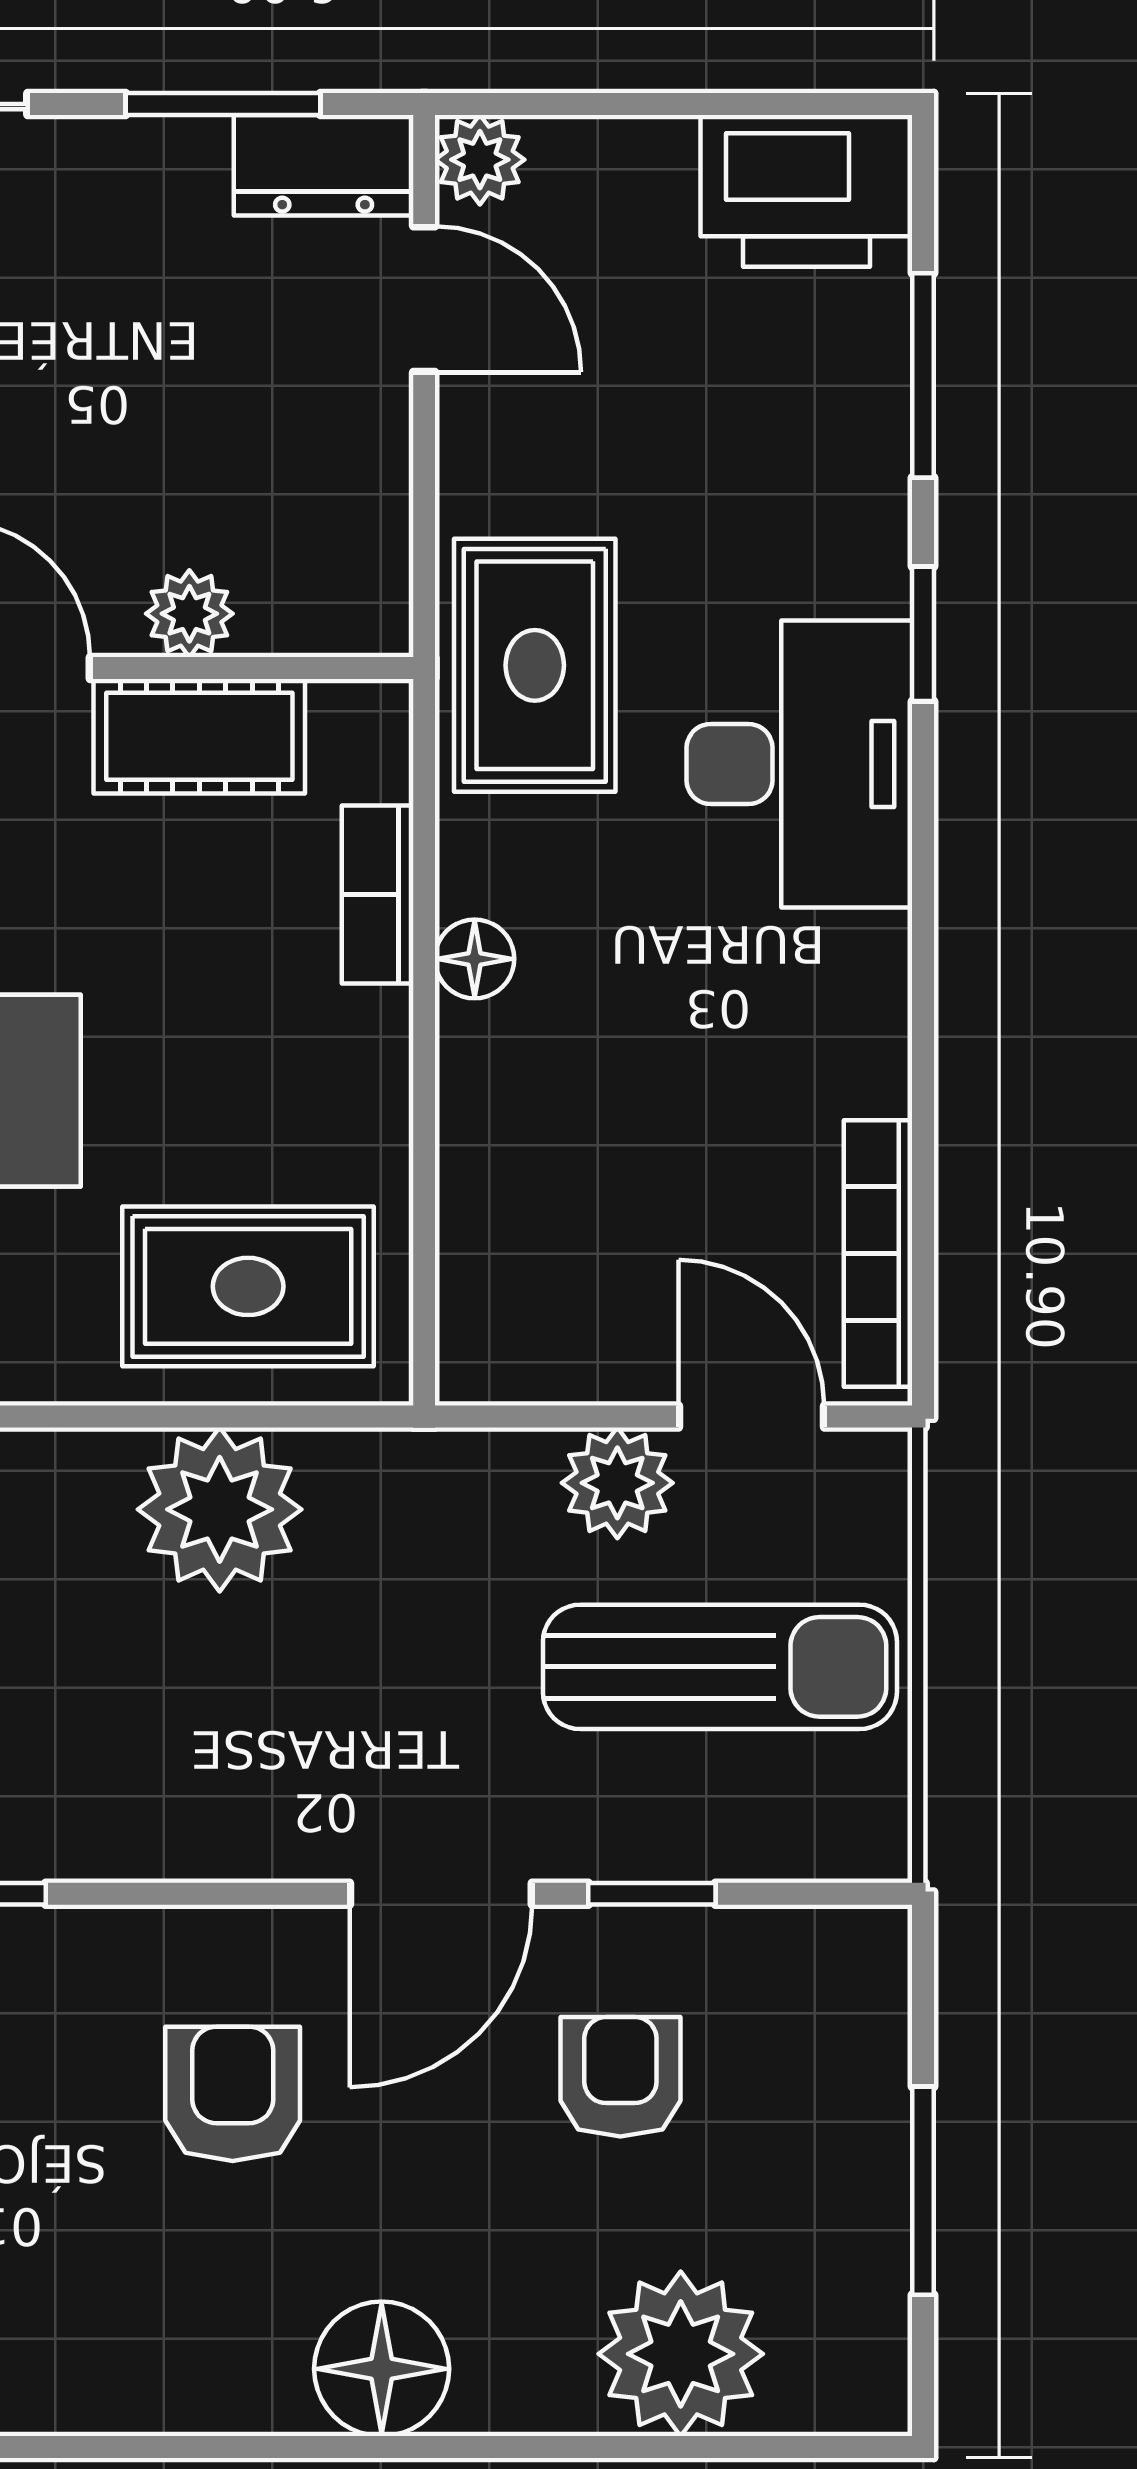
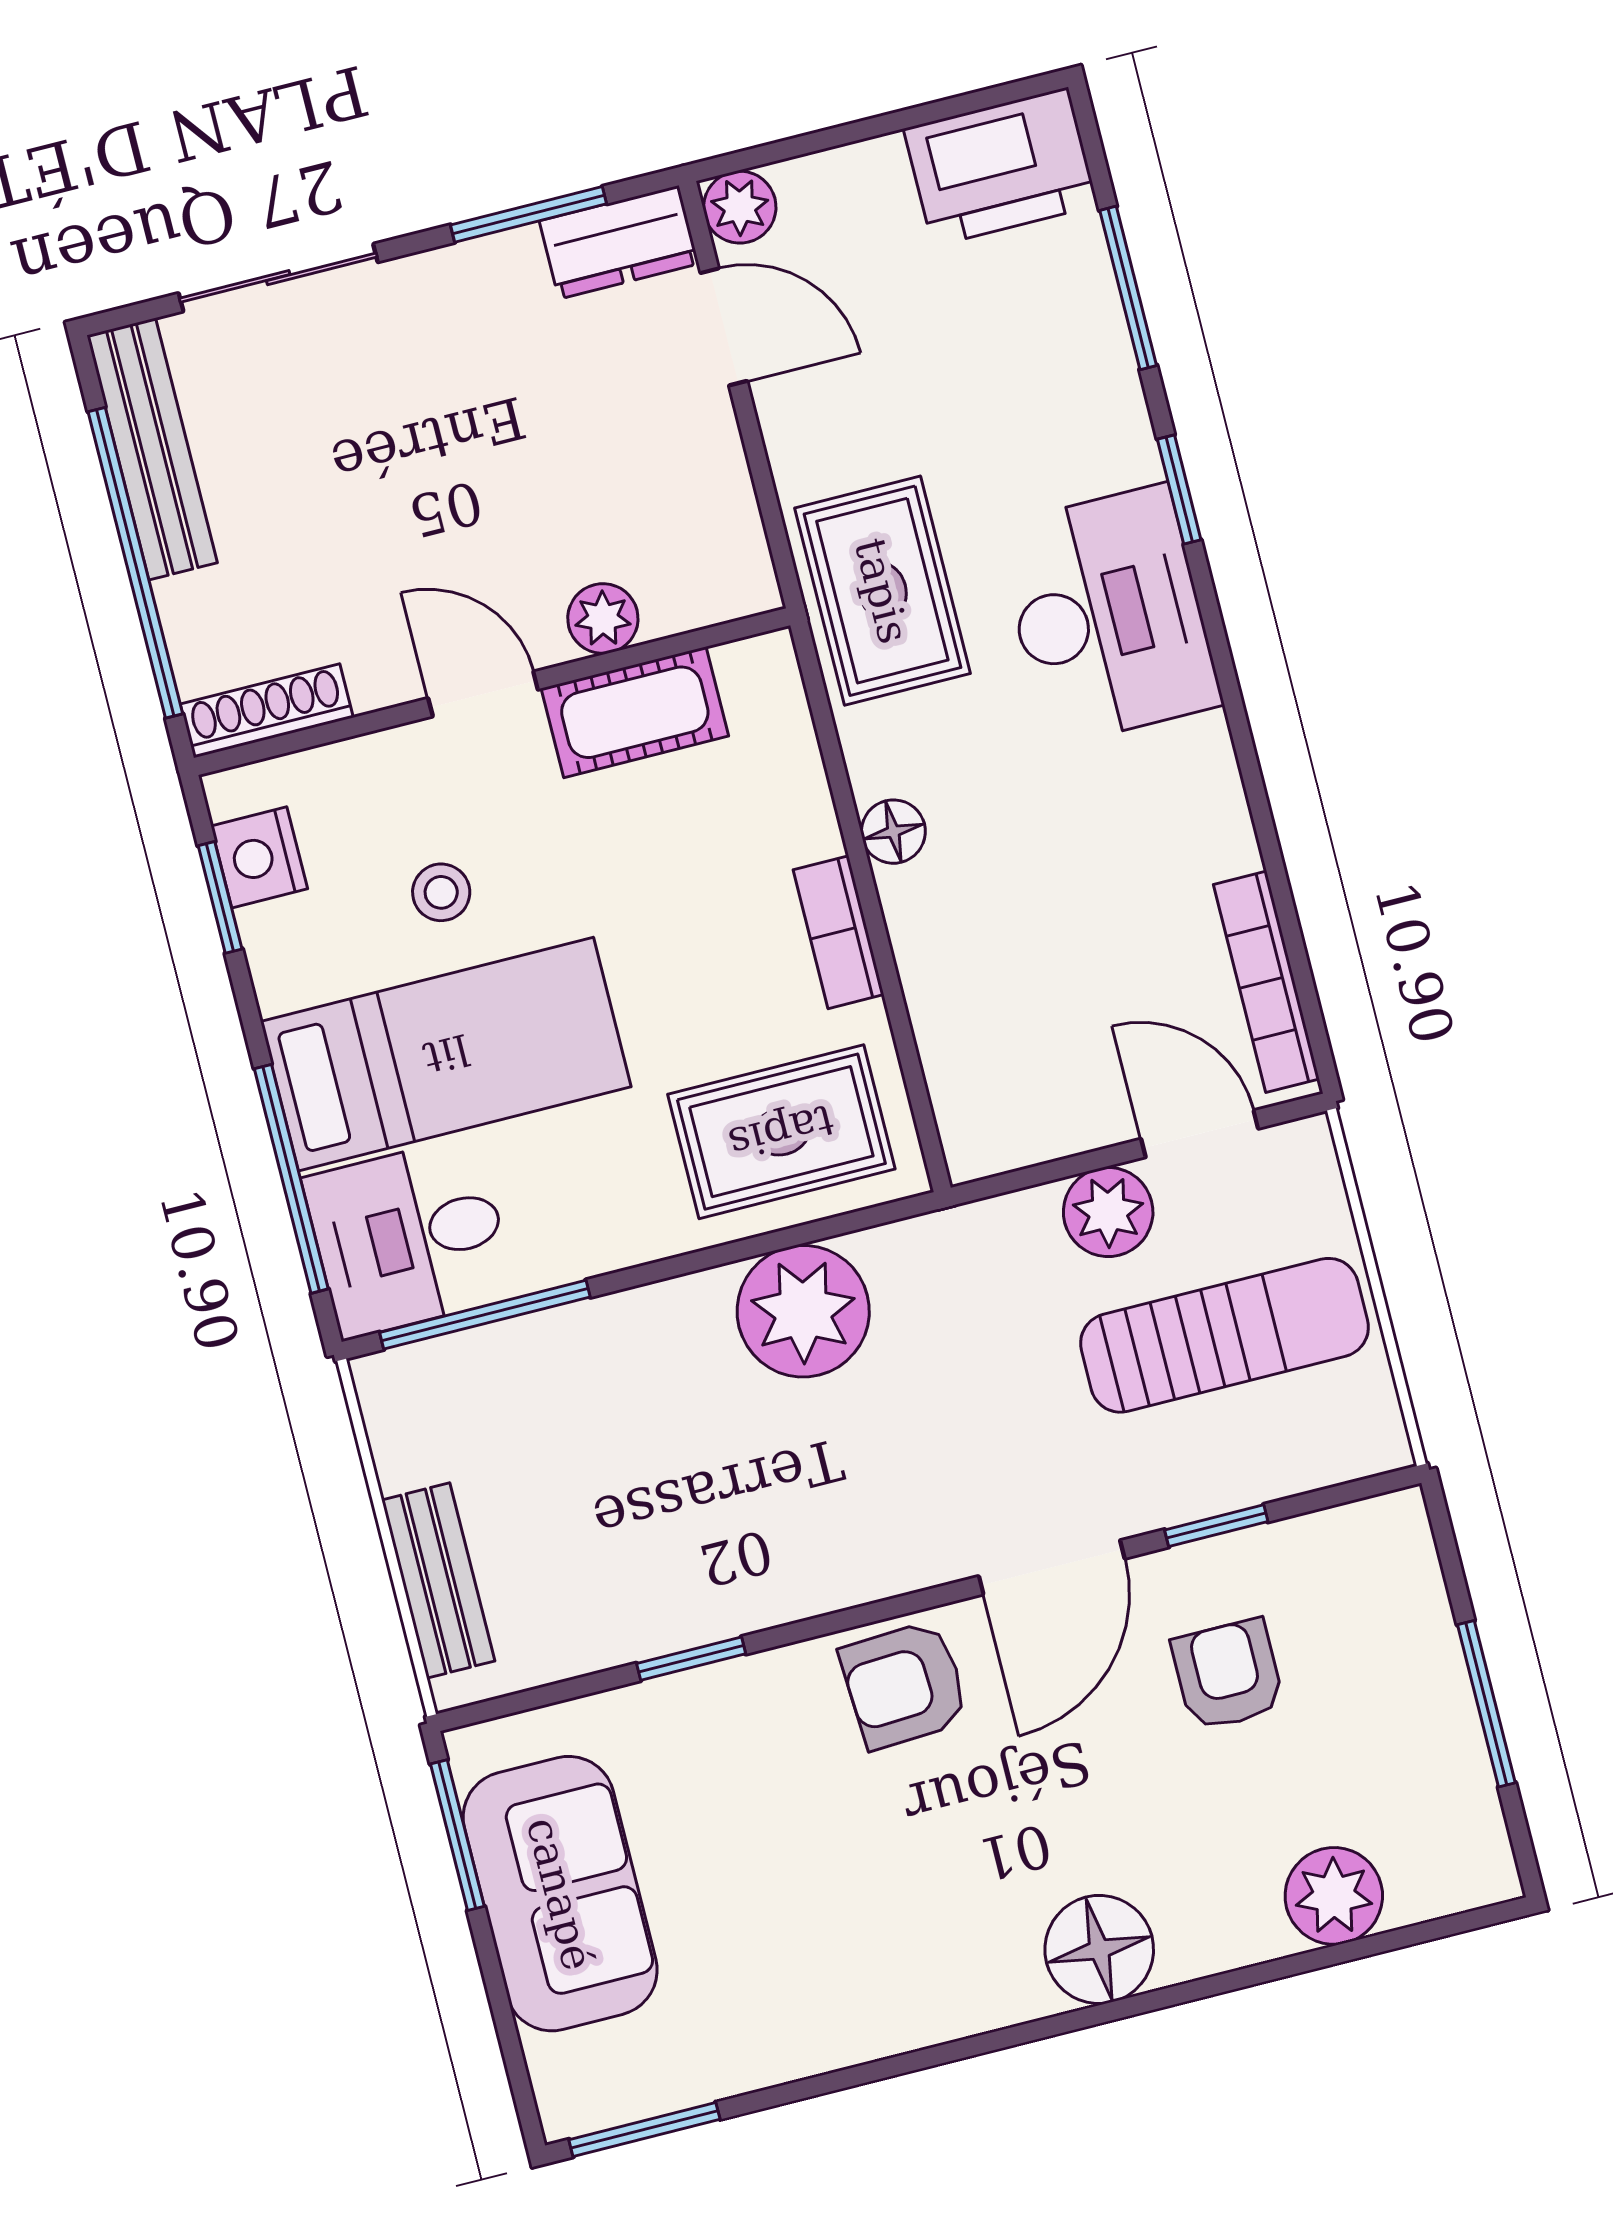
bookcase: (378, 895) -> (838, 932), moved
armchair: (233, 2094) -> (904, 1685), moved, turned -93
plant: (681, 2354) -> (1334, 1896), width x0.73, depth x0.73

